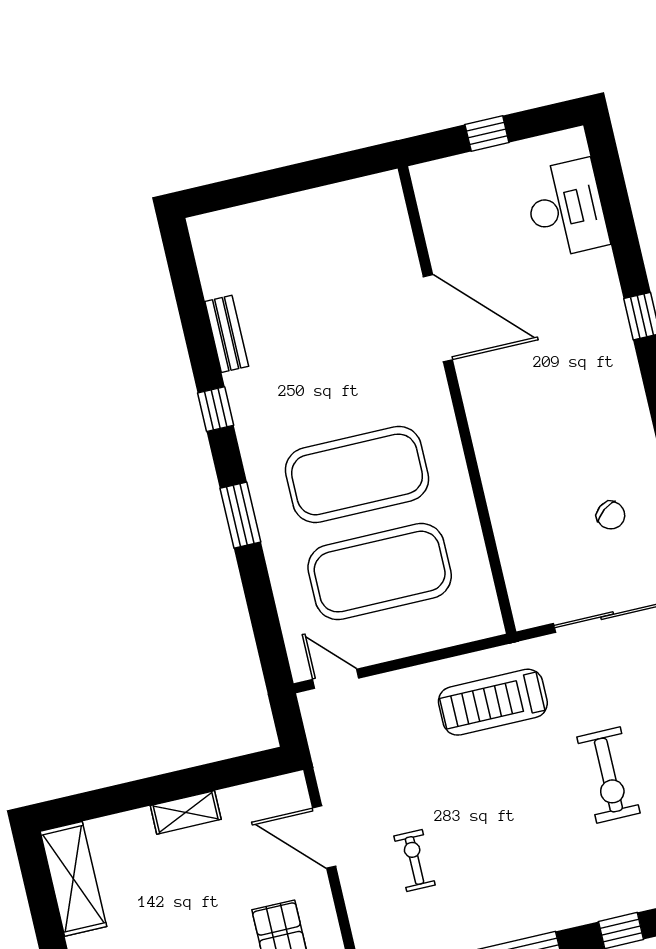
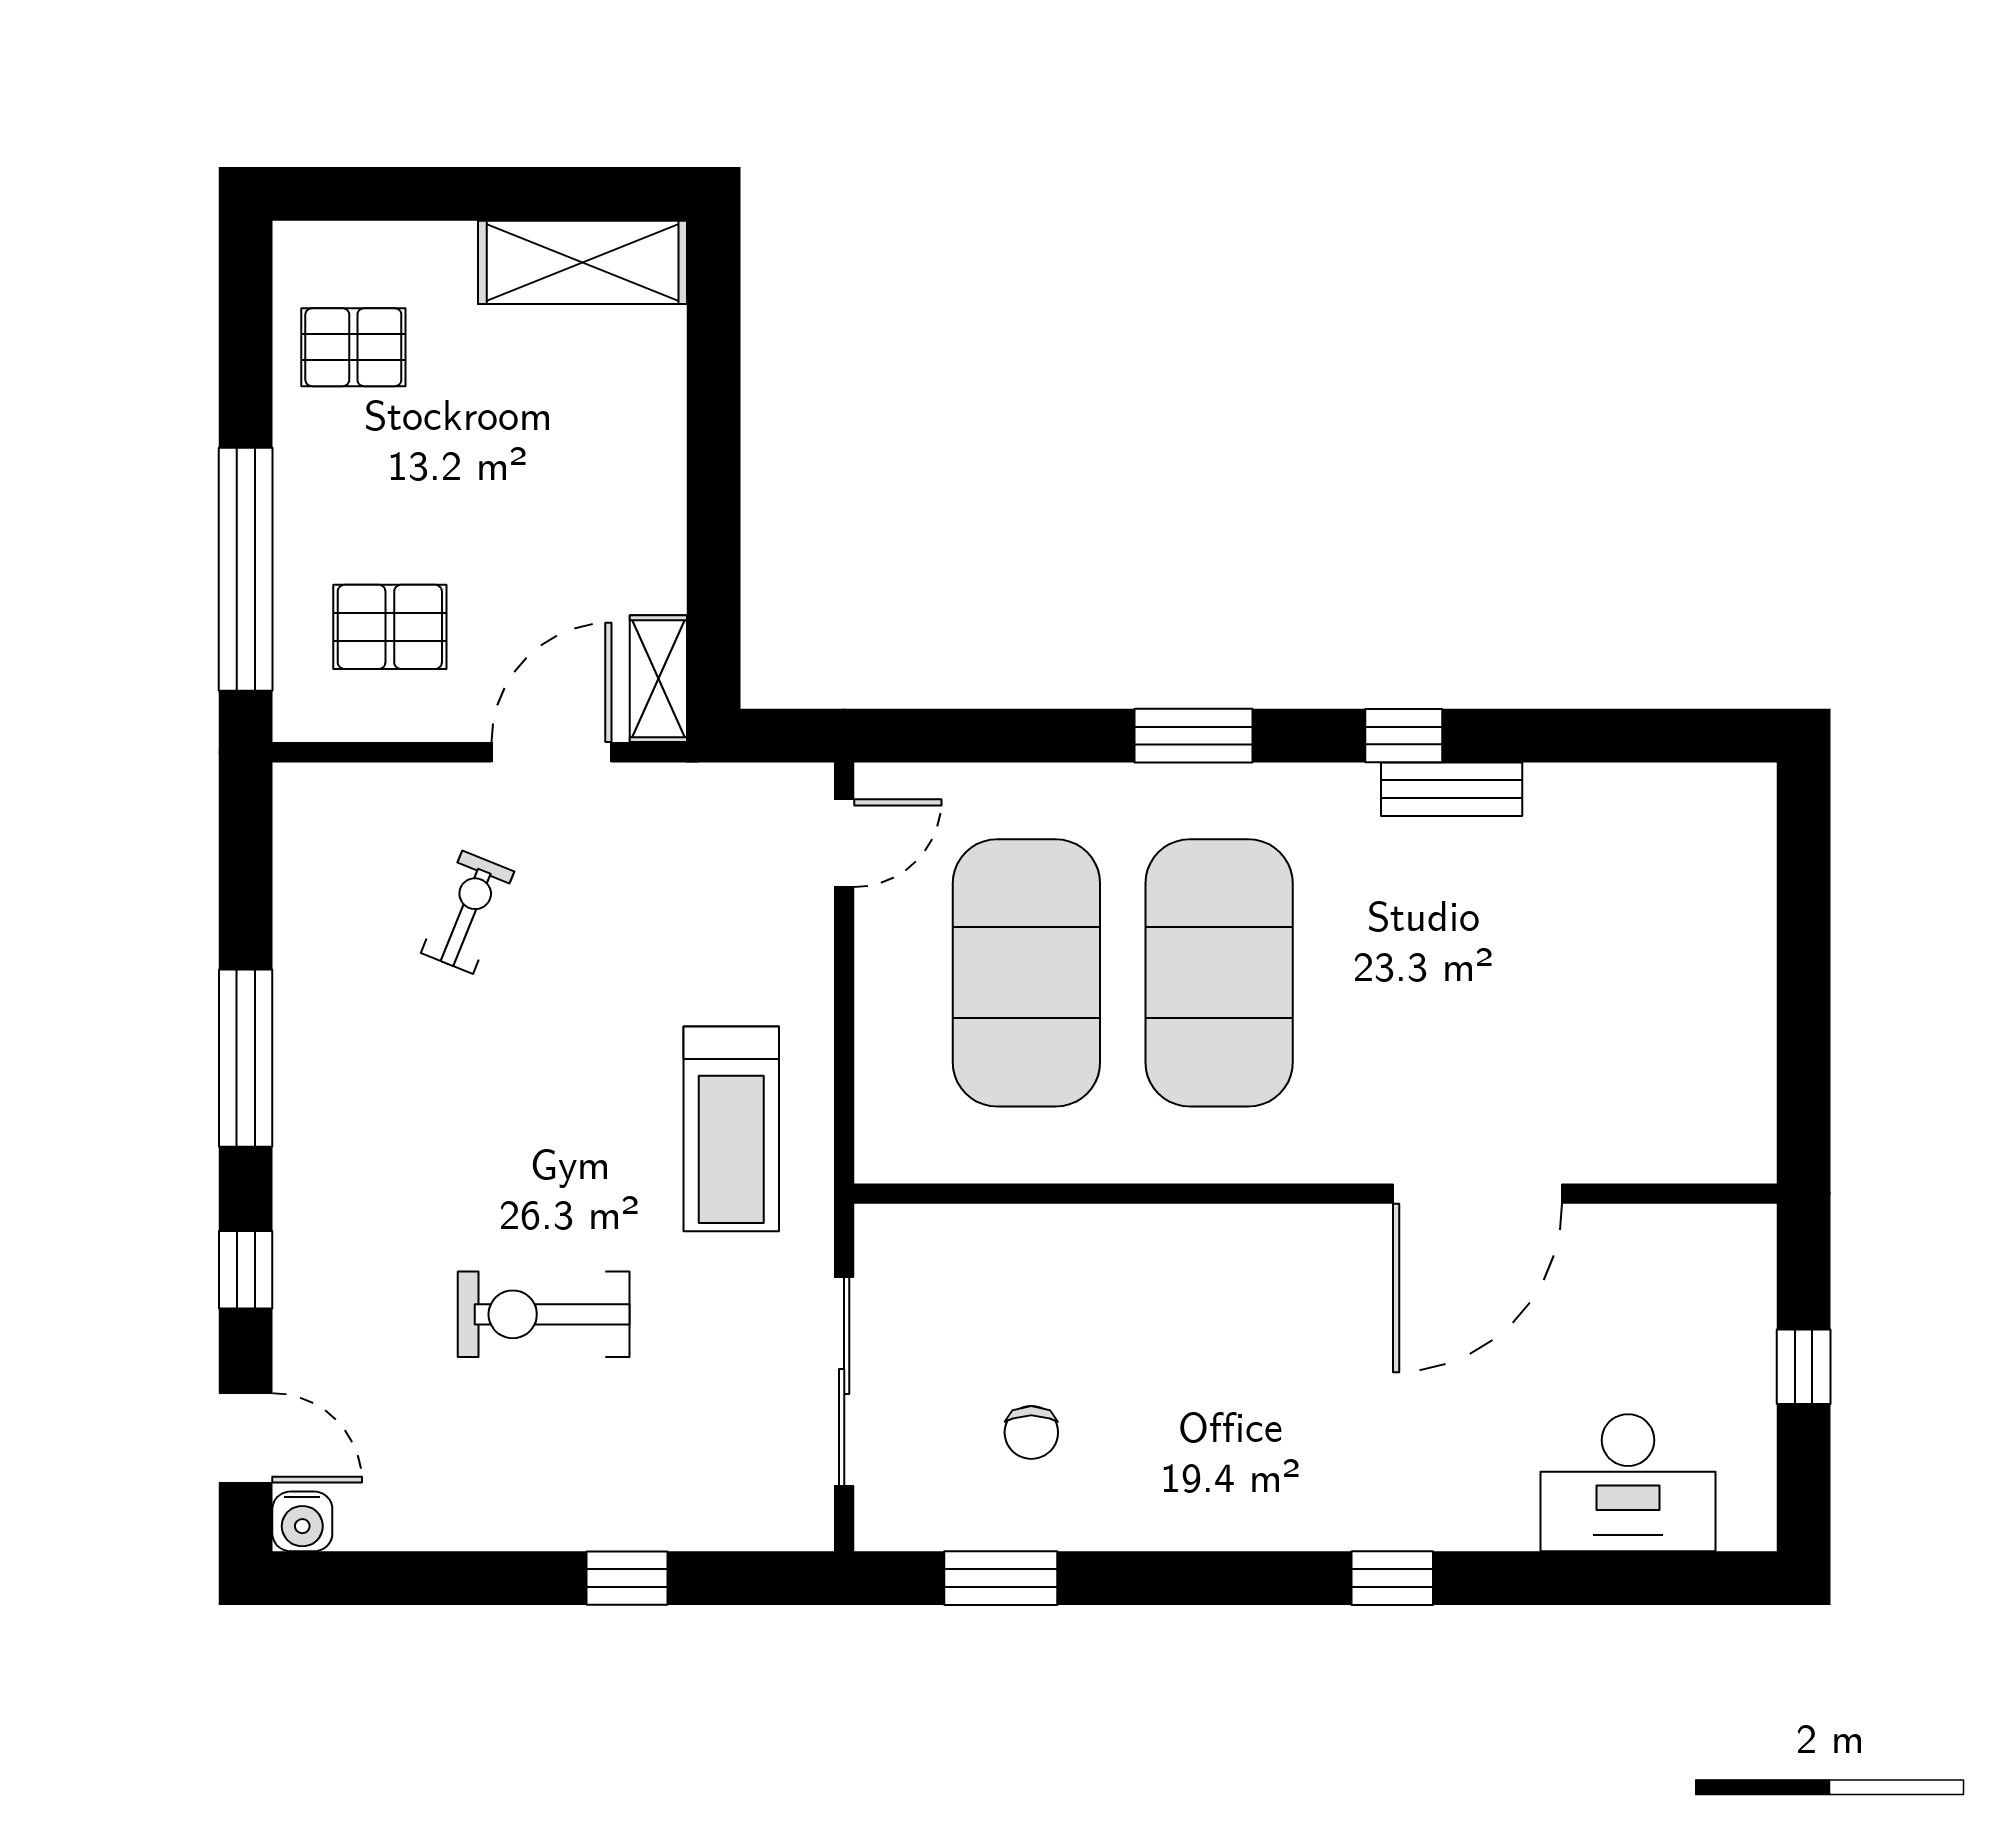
bench: (227, 334) -> (1452, 789), moved
chair: (611, 515) -> (1031, 1432), turned -53
treadmill: (493, 702) -> (731, 1129), turned 180
shelving: (186, 812) -> (658, 679), moved
exercise bike: (415, 860) -> (468, 912), turned -68

